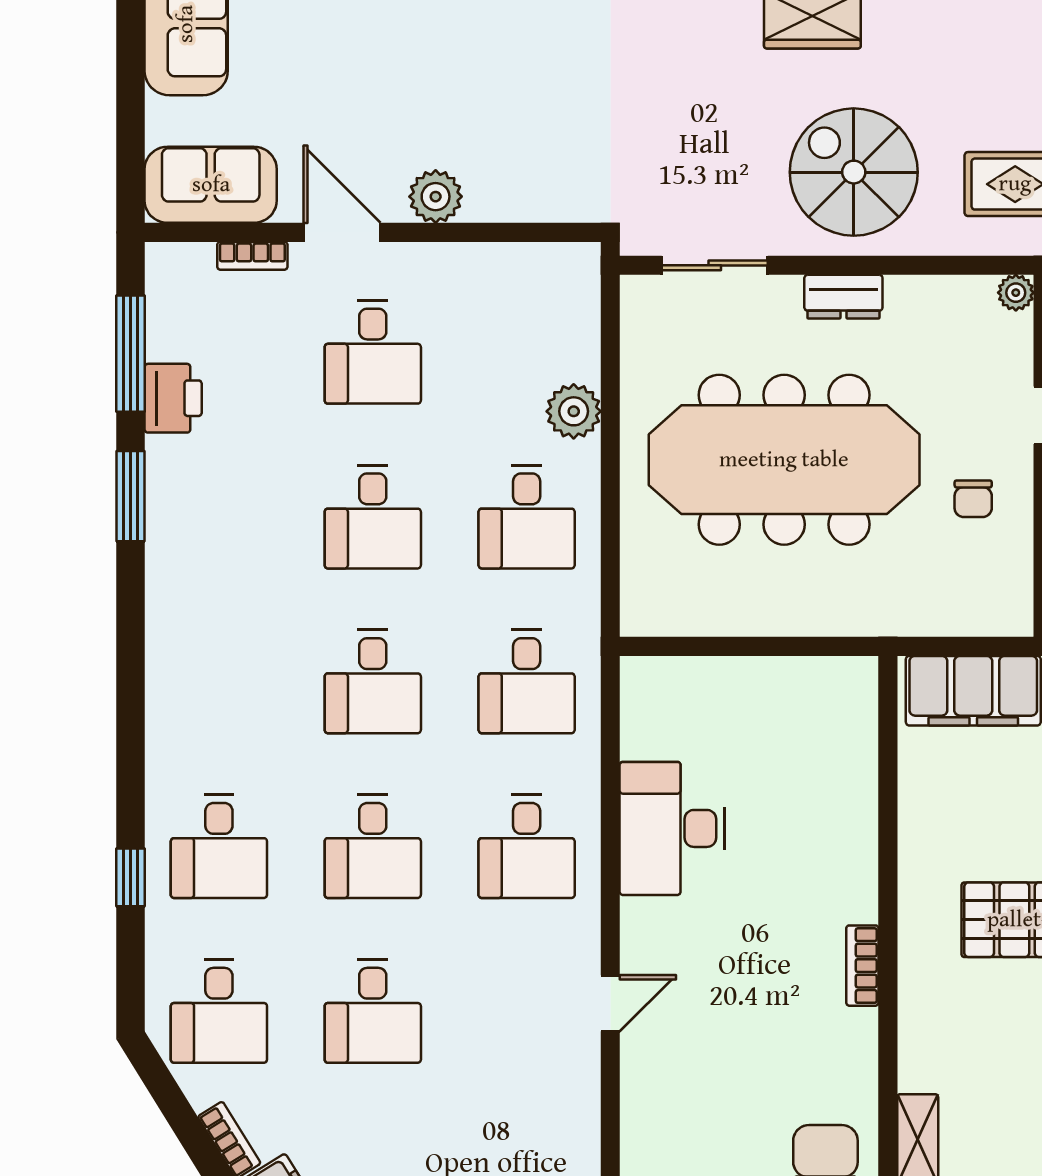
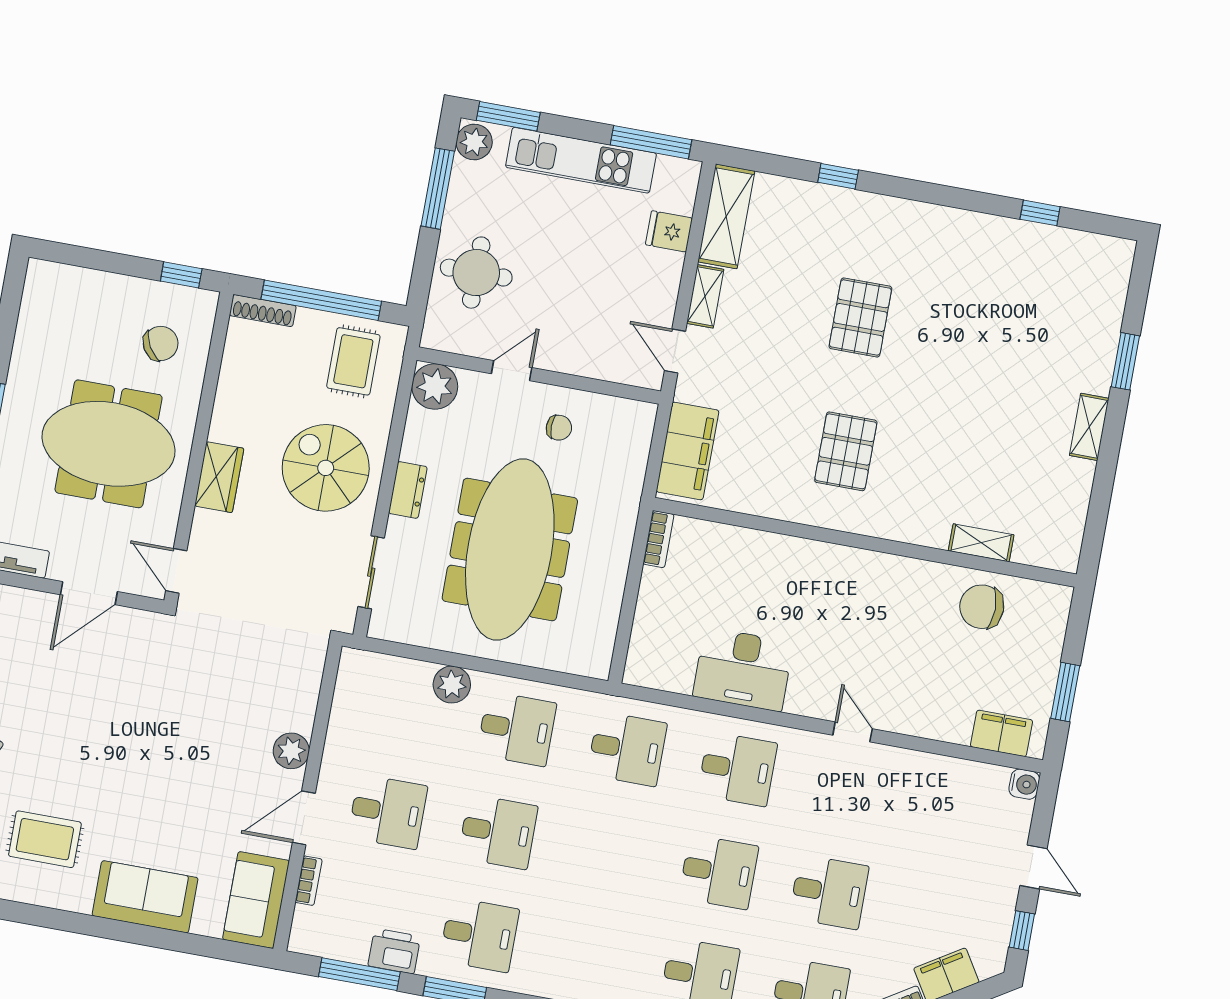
spiral stairs: (854, 172) -> (326, 468), turned 90
plant: (1016, 293) -> (435, 386), width x1.87, depth x1.87
desk: (373, 682) -> (479, 935), moved
bookcase: (862, 966) -> (658, 539), moved, turned -90

